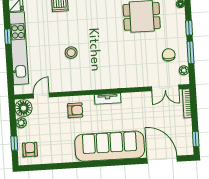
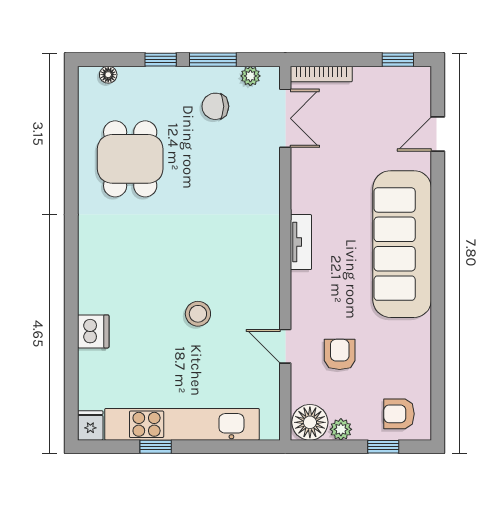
door: (41, 95) -> (285, 346), moved
armchair: (75, 110) -> (340, 354), moved
door: (162, 160) -> (438, 134), width x0.53

